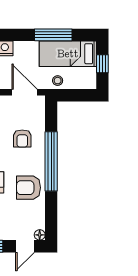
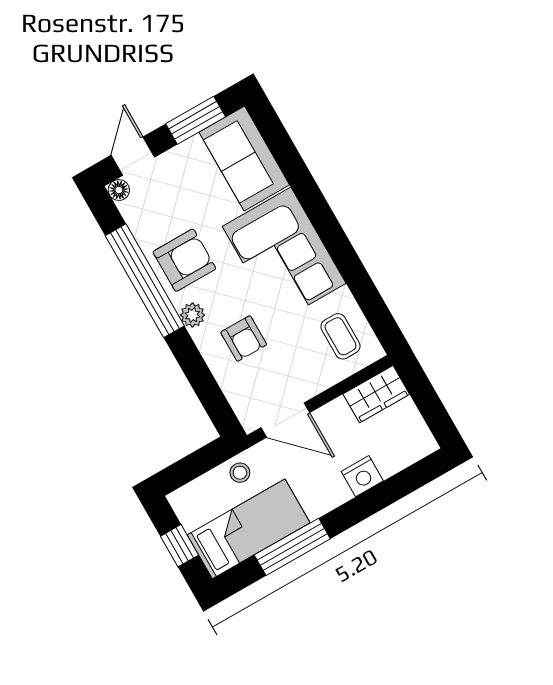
armchair: (22, 138) -> (244, 338), turned 180
window: (51, 161) -> (145, 281), moved
plant: (39, 162) -> (193, 315), added

